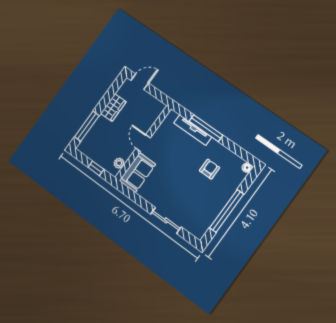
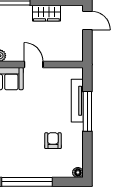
door: (143, 143) -> (34, 65), hinge flipped
armchair: (210, 169) -> (53, 141), turned -90

